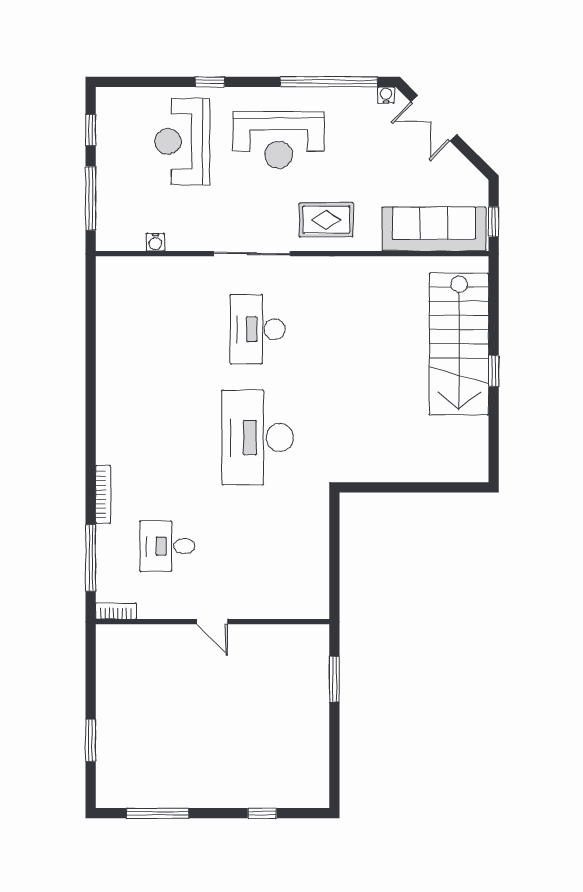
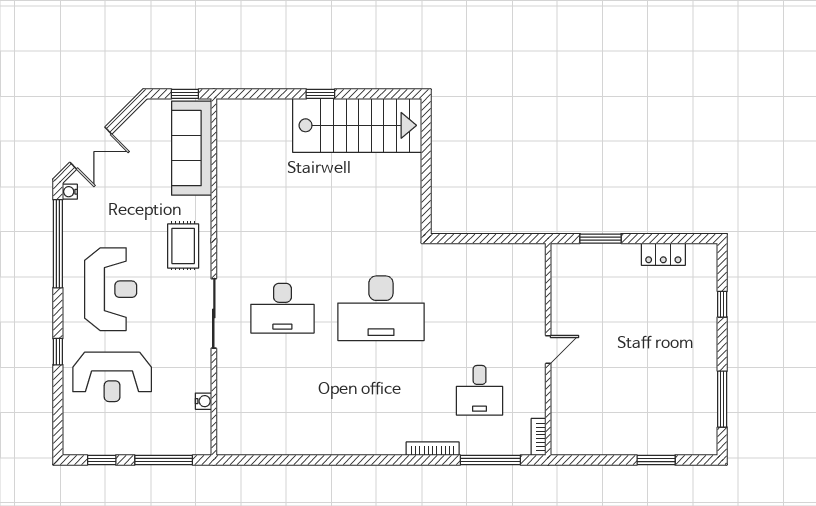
stairs: (459, 344) -> (357, 125), moved
locker: (317, 748) -> (663, 254), added

